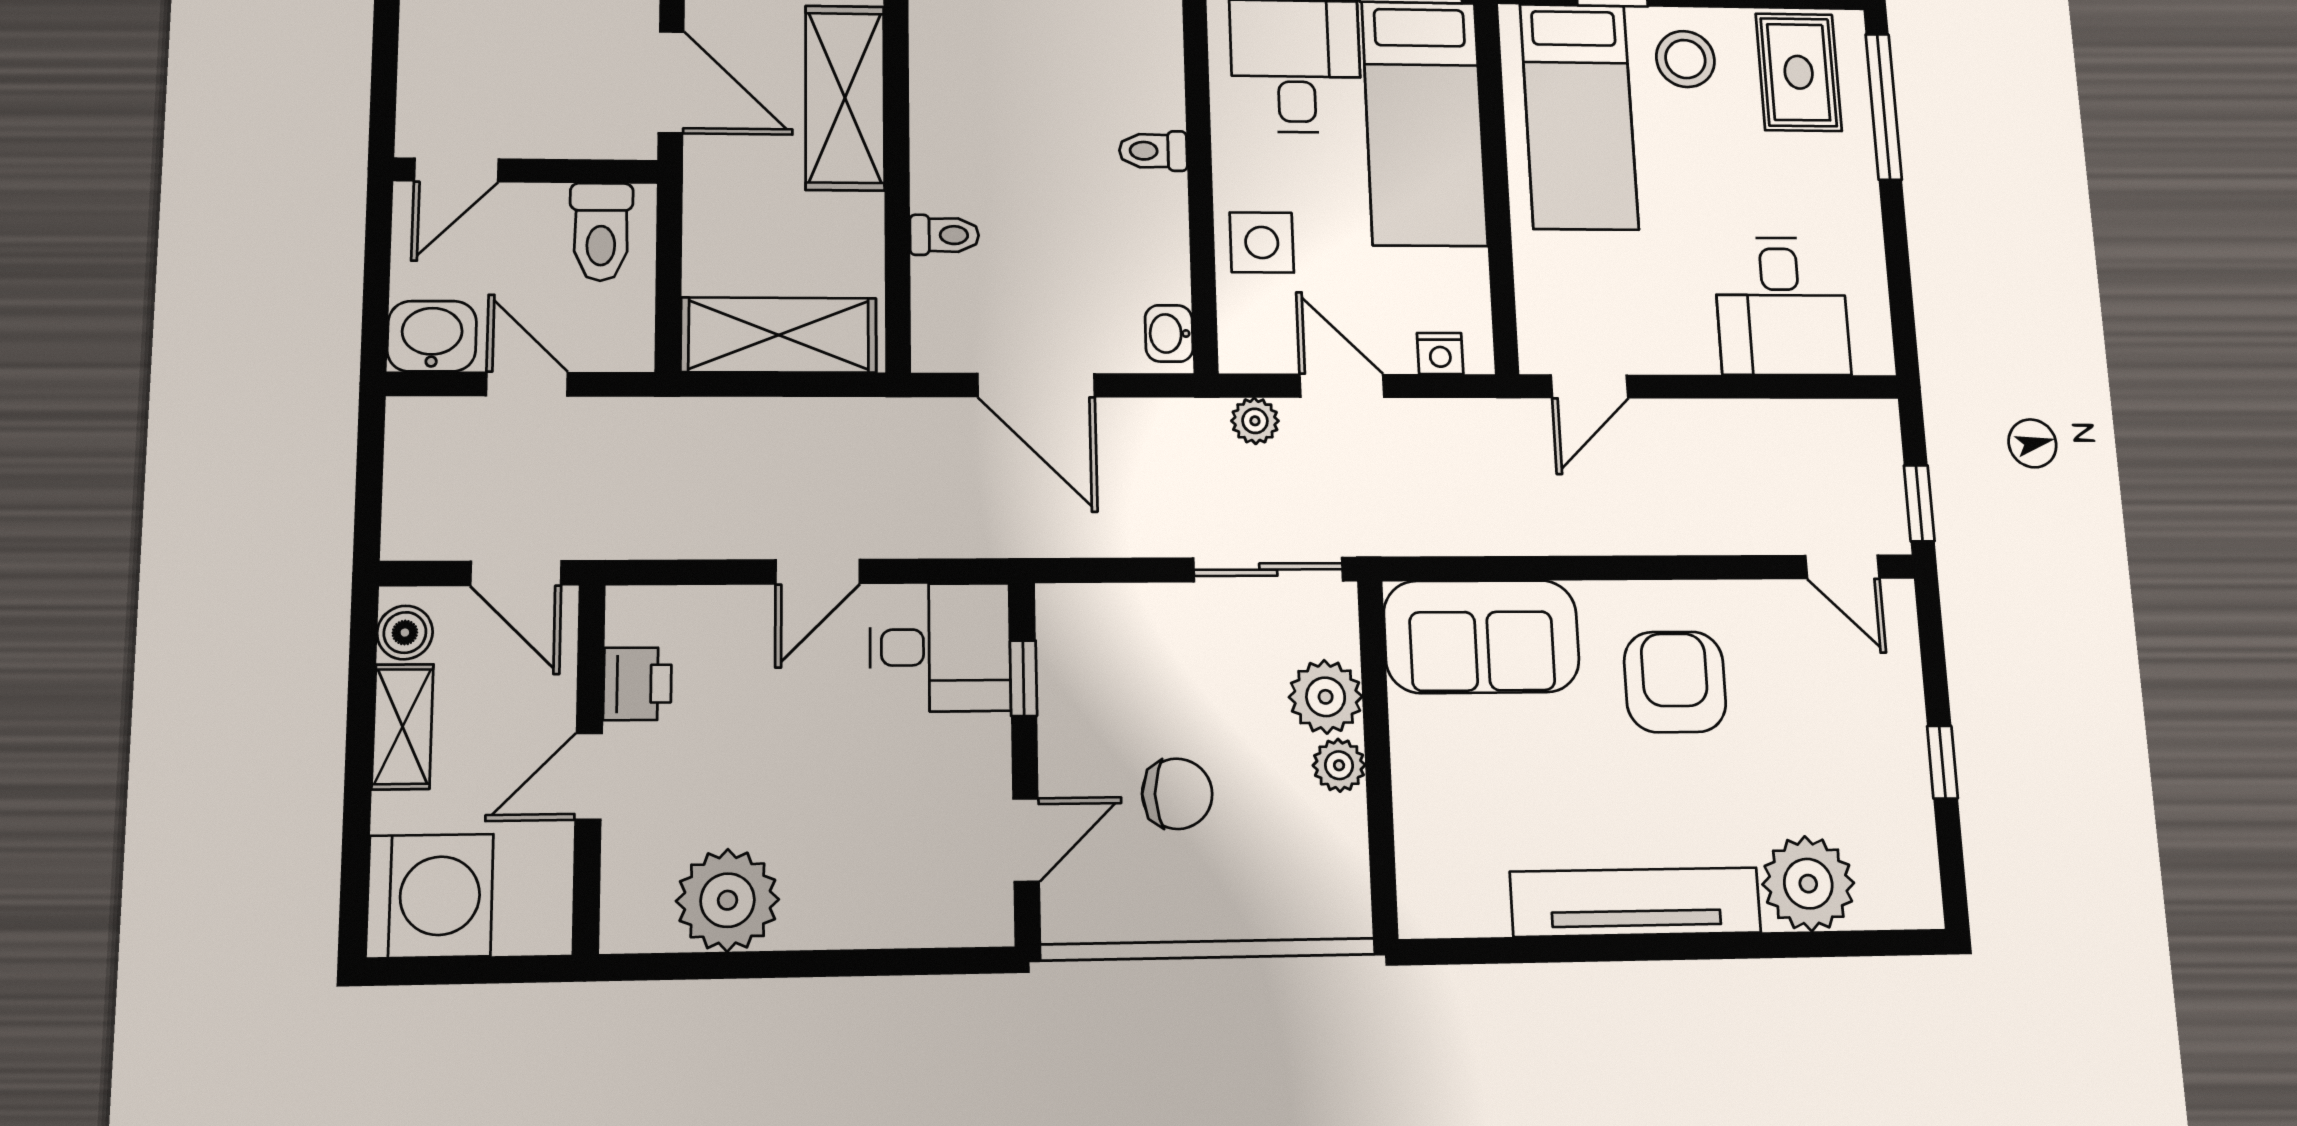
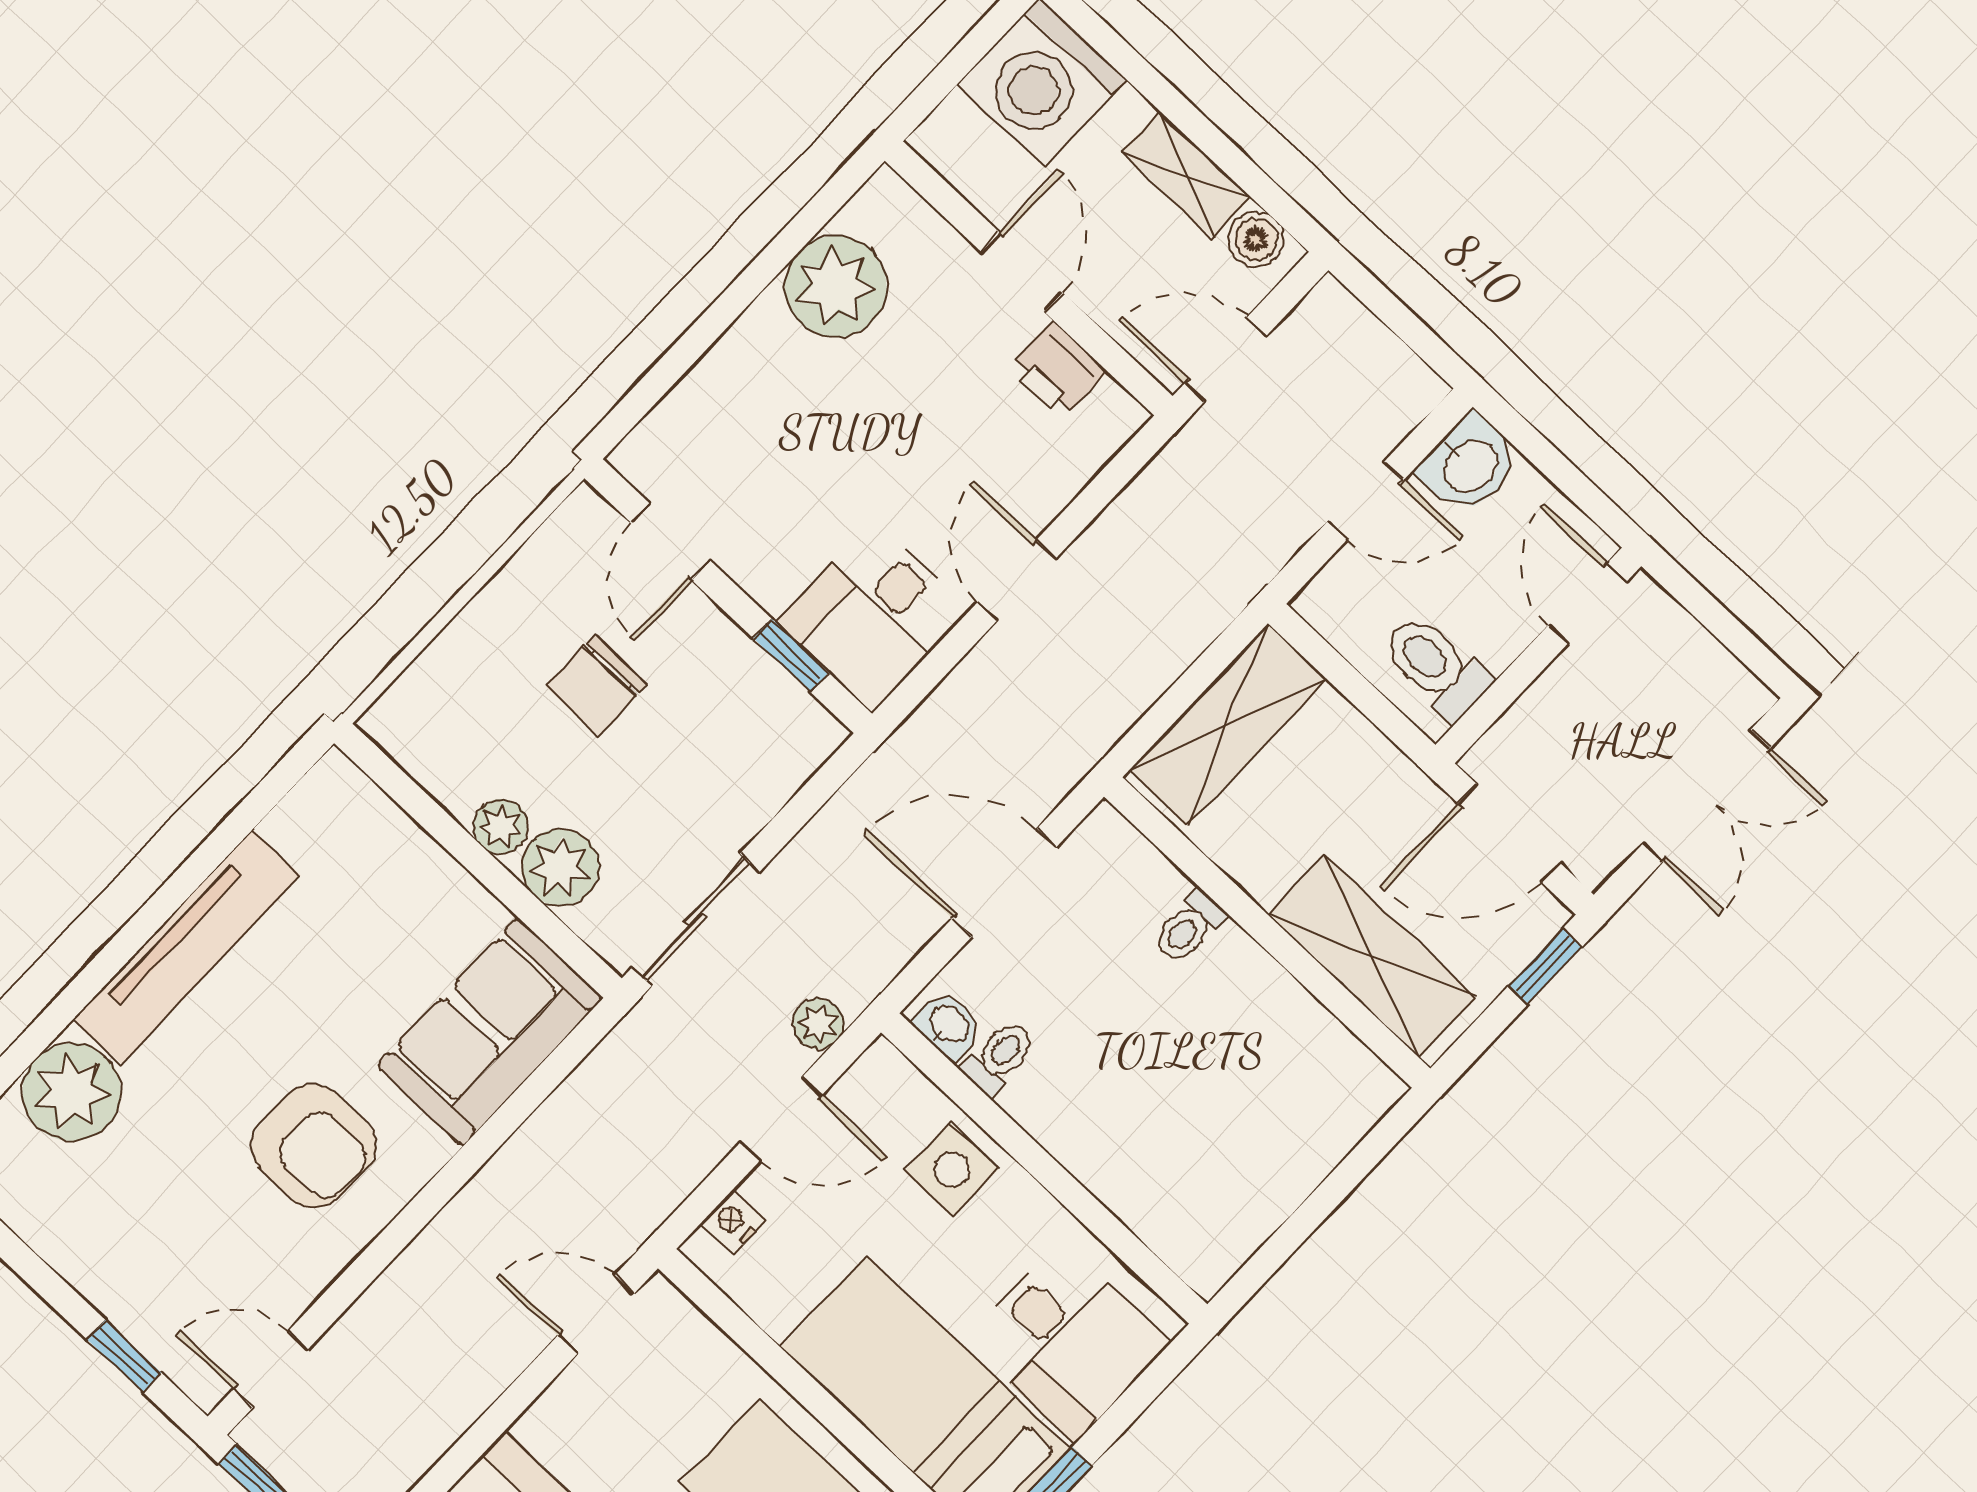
toilet: (1153, 151) -> (999, 1057), moved
door: (1590, 386) -> (596, 1314), hinge flipped
window: (1942, 762) -> (124, 1356), moved

